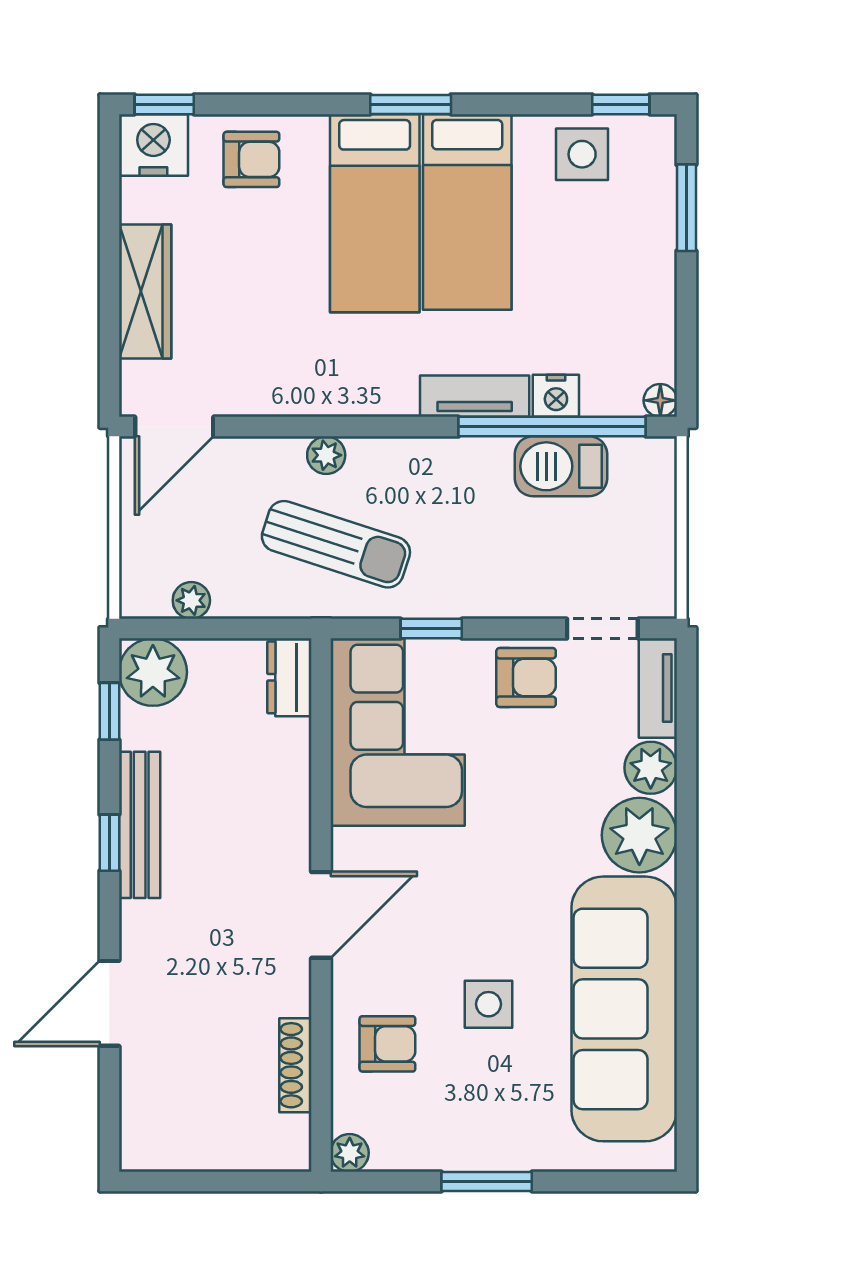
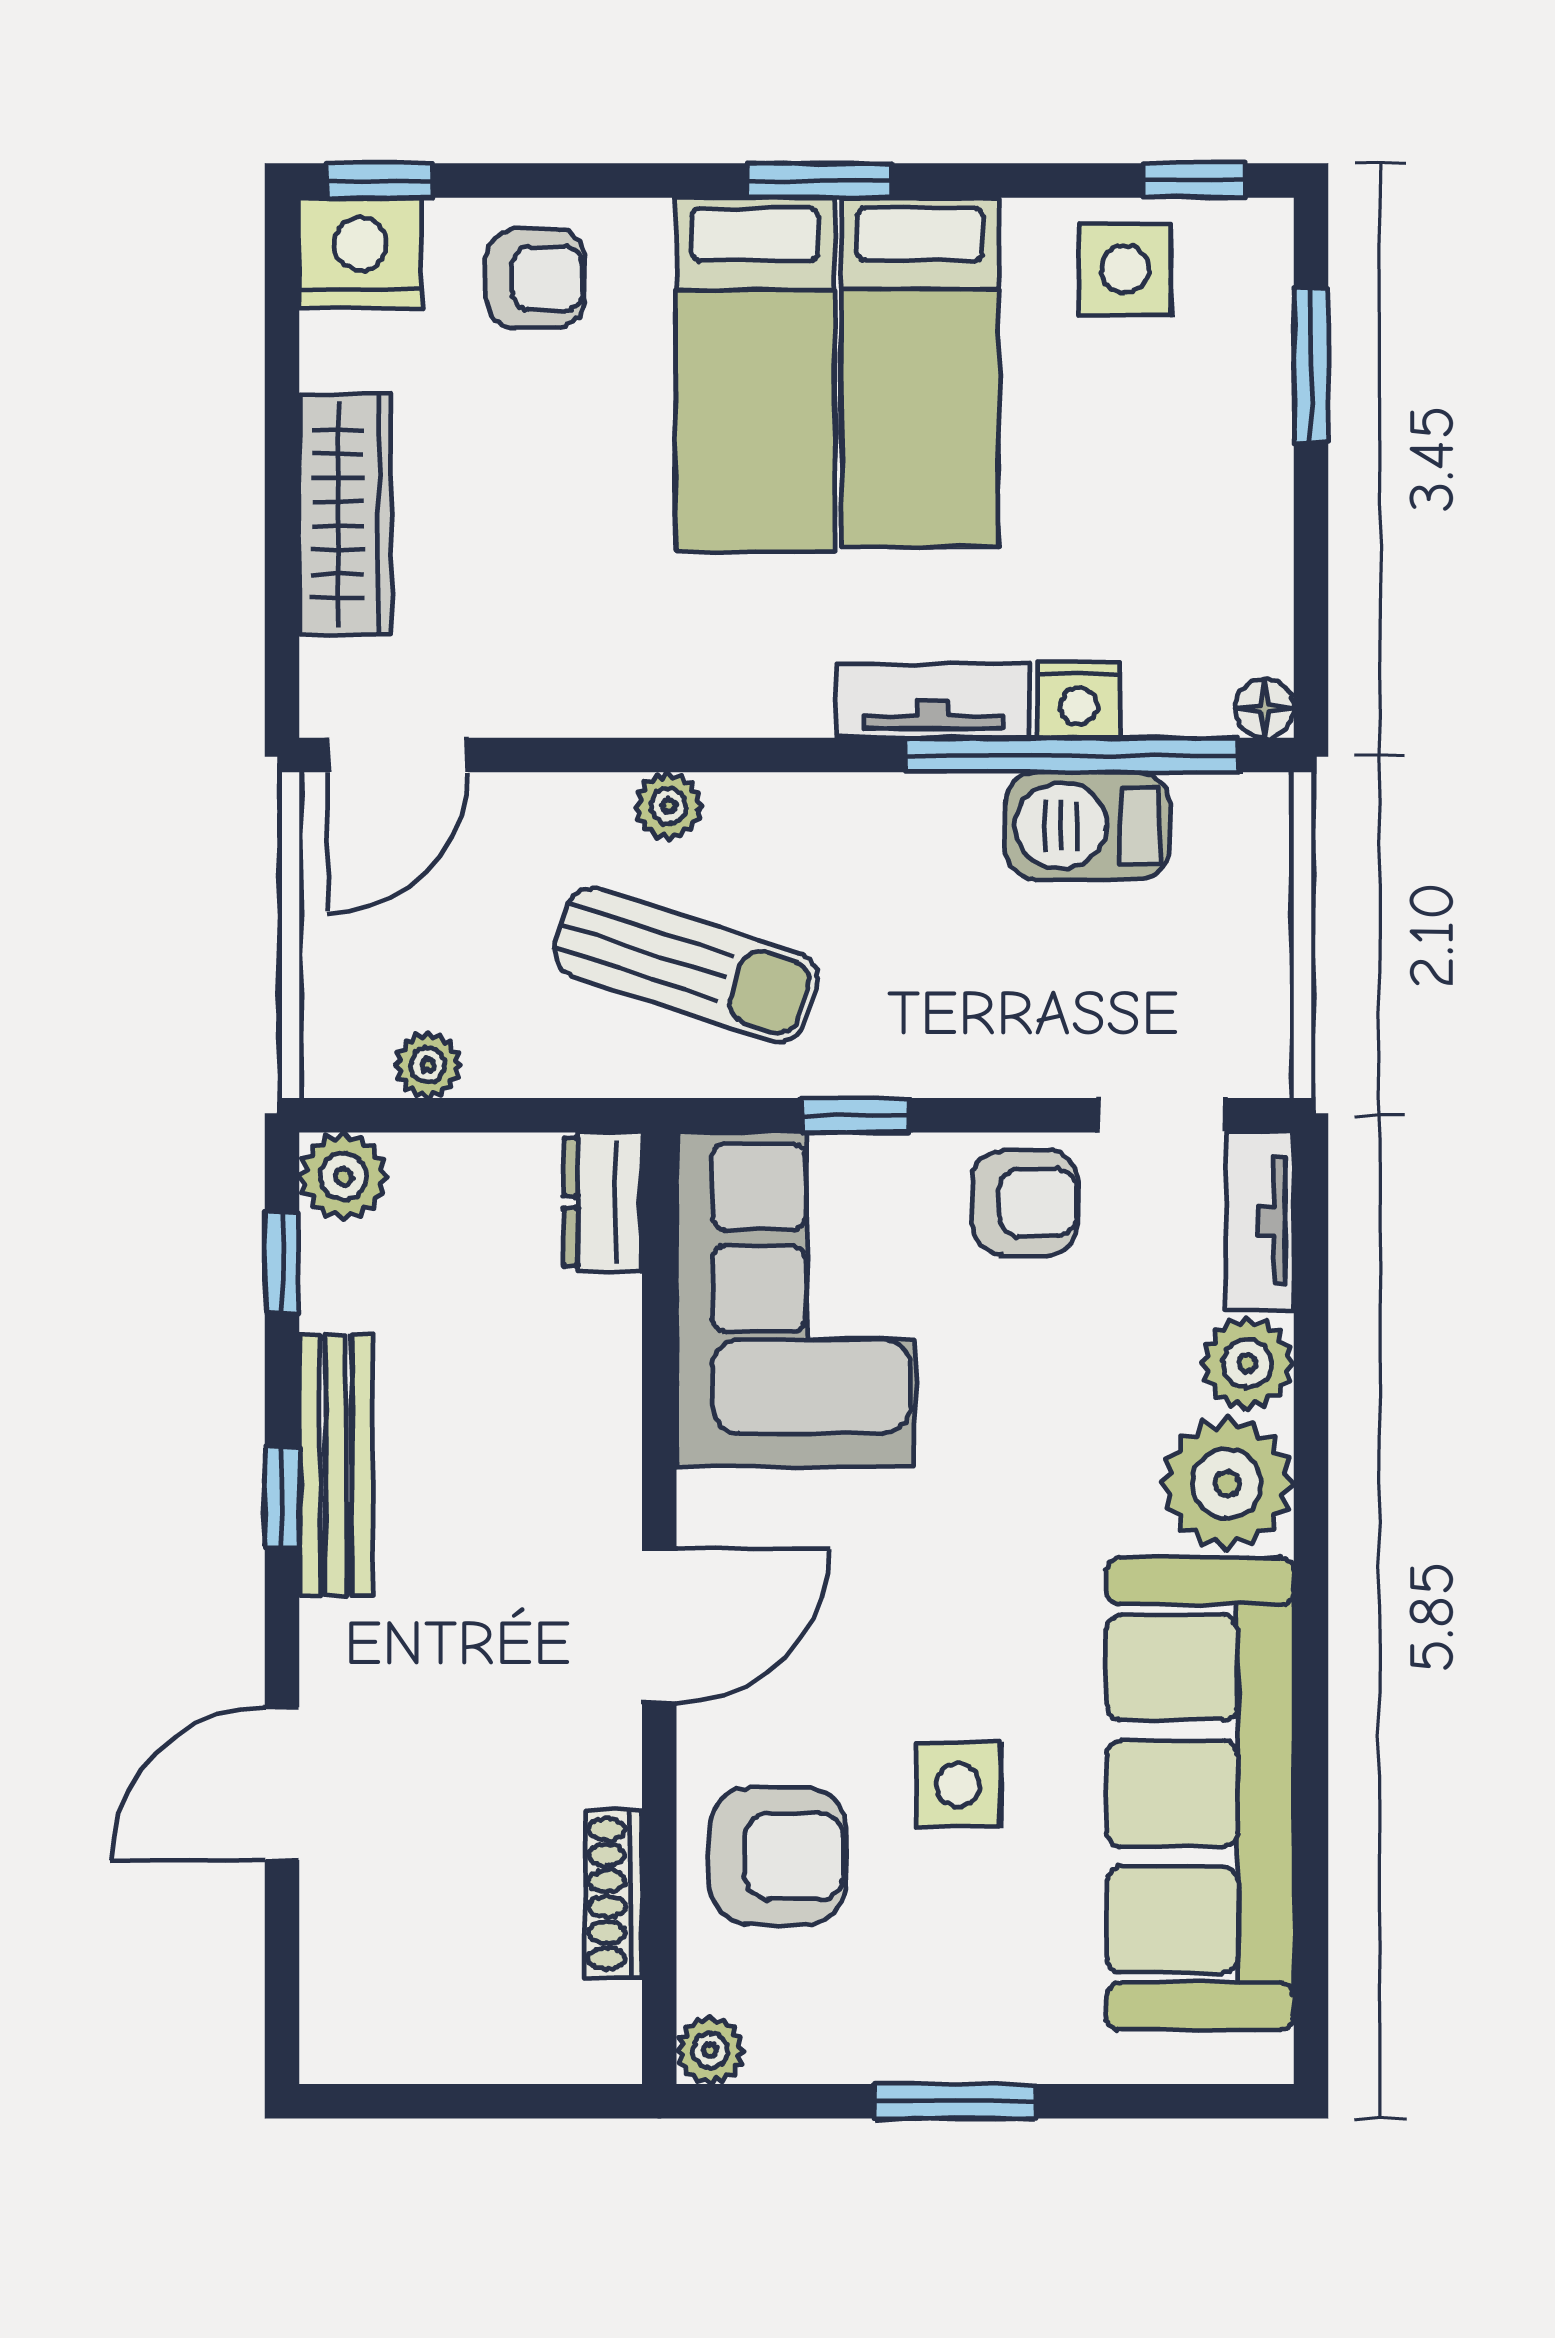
plant: (153, 672) -> (344, 1177), width x0.73, depth x0.73
armchair: (387, 1044) -> (778, 1856), width x1.38, depth x1.38

